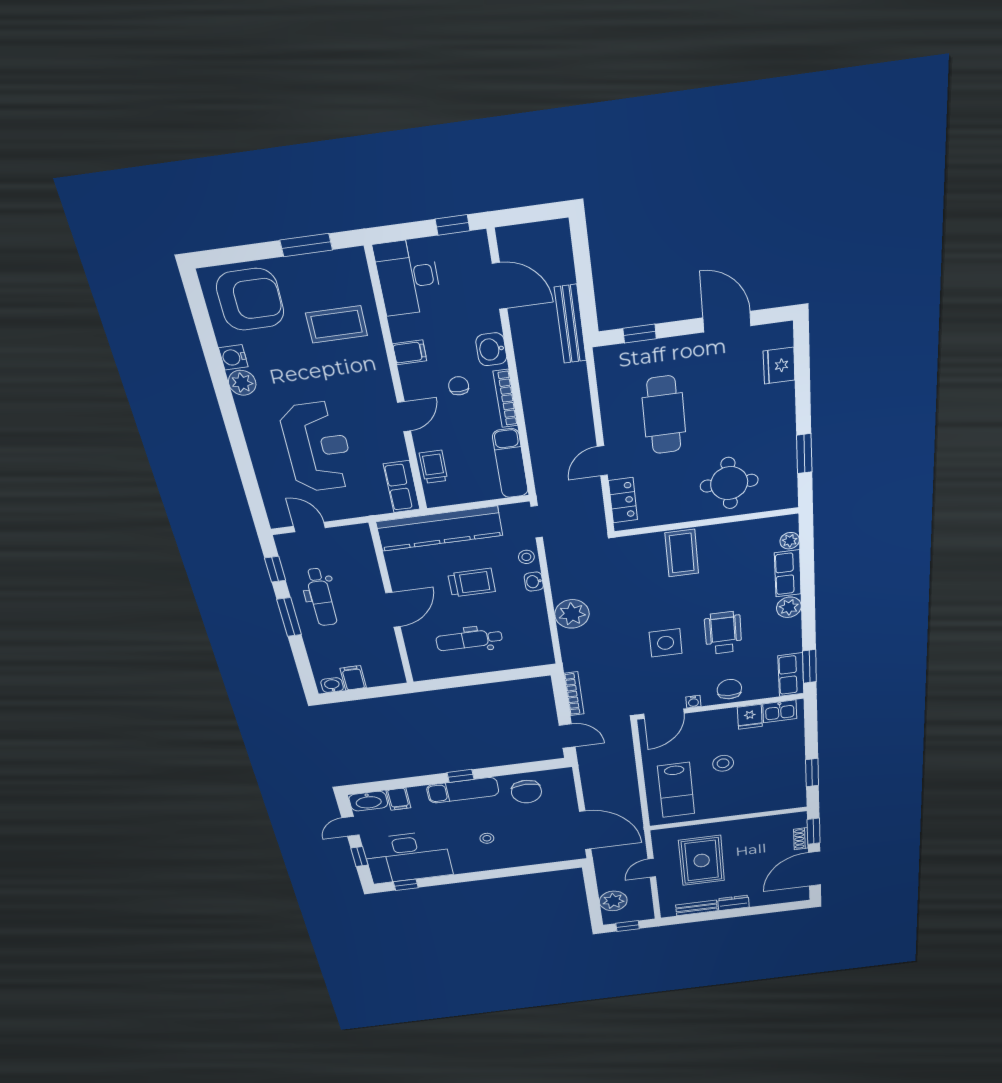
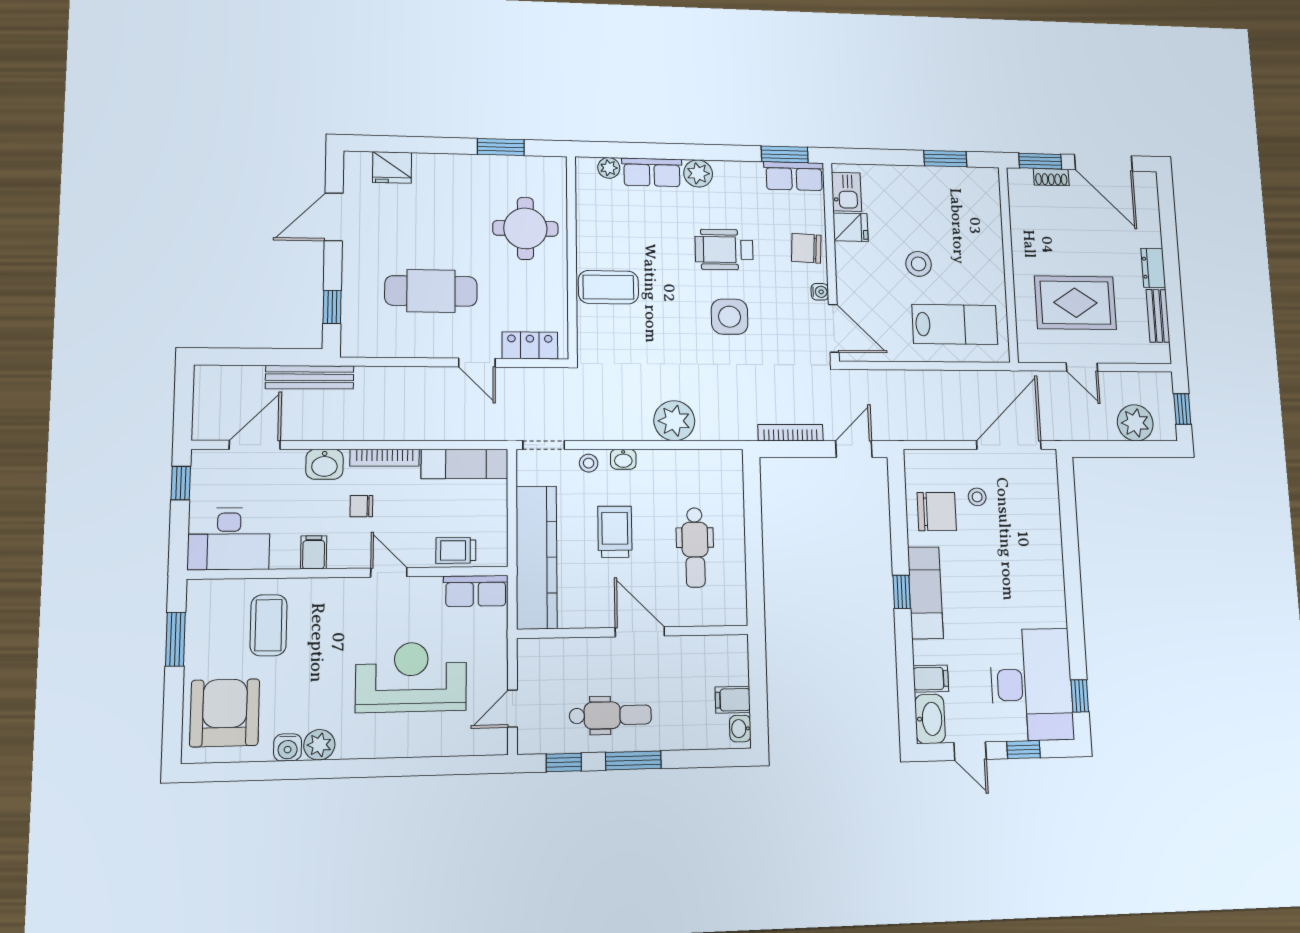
stool: (487, 838) -> (977, 497), moved

